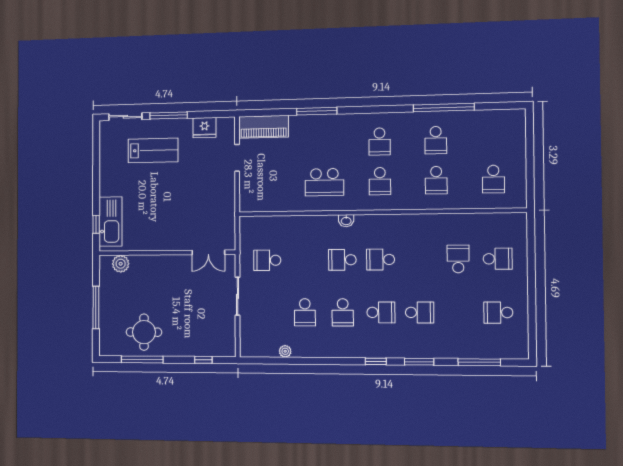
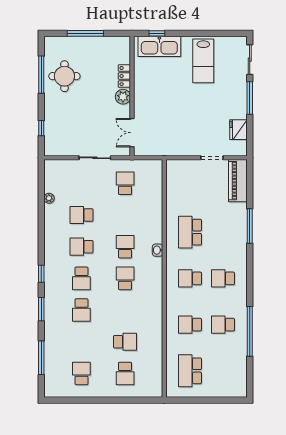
lab bench: (153, 150) -> (203, 61), moved
school desk: (493, 179) -> (190, 371), width x1.85
locker: (144, 262) -> (124, 76), added
plant: (121, 264) -> (123, 97), moved

